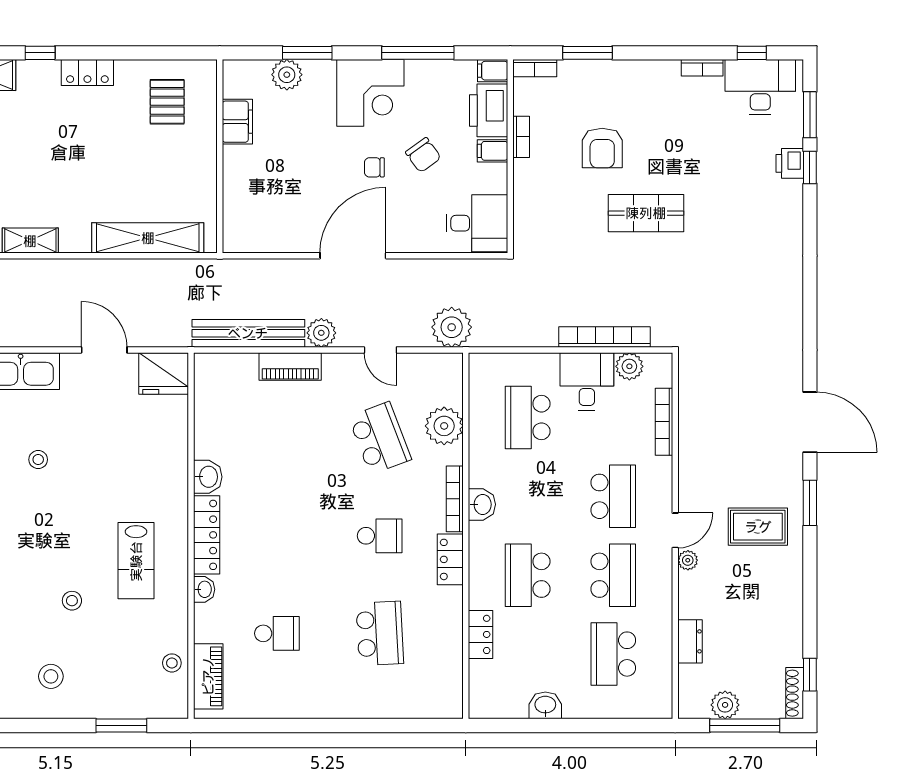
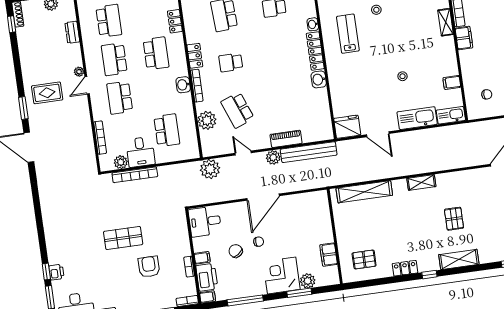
corner desk: (370, 93) -> (282, 275), moved
pallet: (167, 102) -> (364, 259), turned 90

